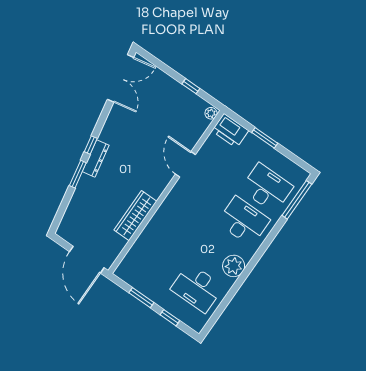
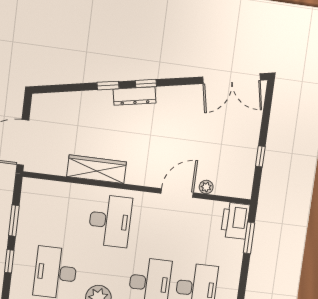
plant: (211, 113) -> (206, 187), moved
window: (265, 138) -> (249, 238), moved
window: (78, 174) -> (108, 86), width x0.67
desk: (180, 226) -> (110, 221), added

